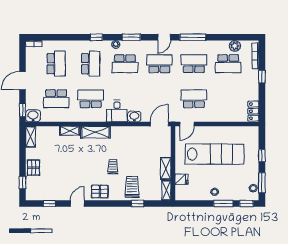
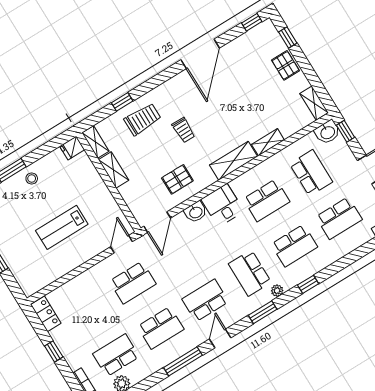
school desk: (56, 64) -> (339, 218), turned -90
school desk: (91, 64) -> (294, 246), turned -90
school desk: (125, 64) -> (250, 273), turned -90
school desk: (159, 64) -> (205, 300), turned 180
window: (262, 77) -> (54, 351), moved
school desk: (56, 99) -> (311, 173), turned 90
lab bench: (215, 154) -> (62, 227), width x0.54, depth x0.72
fridge: (181, 179) -> (72, 148), moved
trolley: (132, 187) -> (143, 119), turned -90
pallet: (100, 191) -> (177, 179), moved
window: (49, 204) -> (252, 22), moved
door: (77, 204) -> (200, 54), width x1.87

